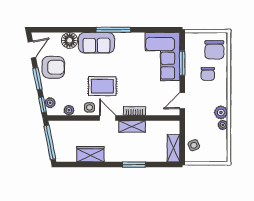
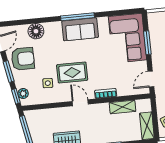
sofa: (96, 43) -> (80, 29), moved
side table: (90, 107) -> (48, 83), moved
plant: (69, 110) -> (42, 99), removed
shelving: (132, 126) -> (122, 107), moved

